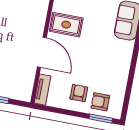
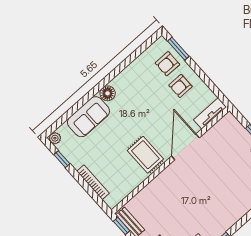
floor lamp: (127, 48) -> (108, 93), added
armchair: (100, 102) -> (167, 64), turned 90

